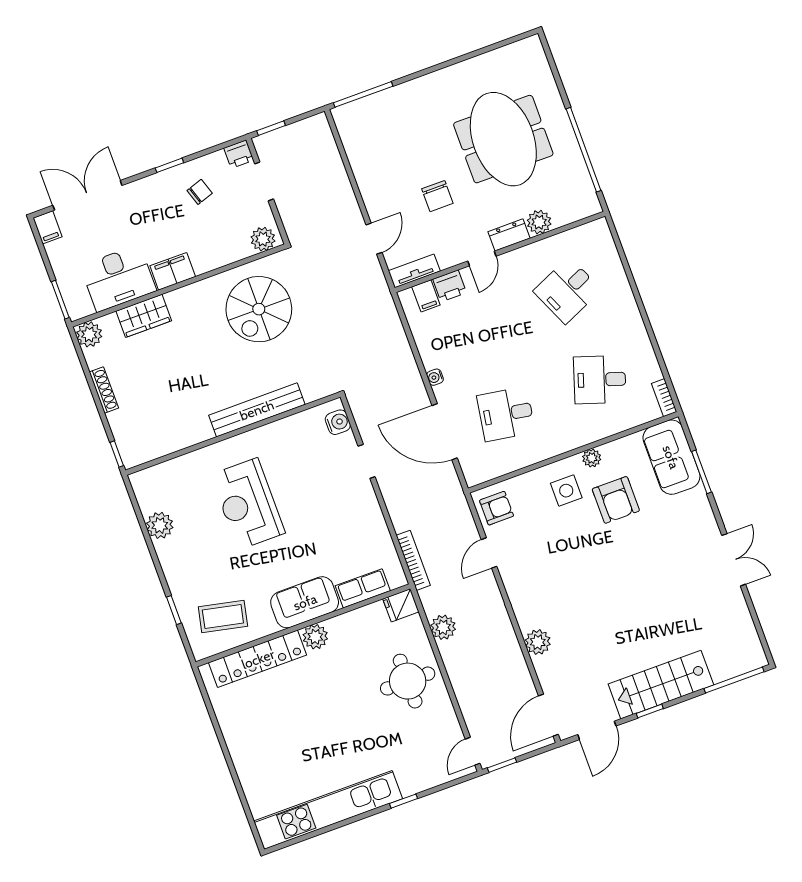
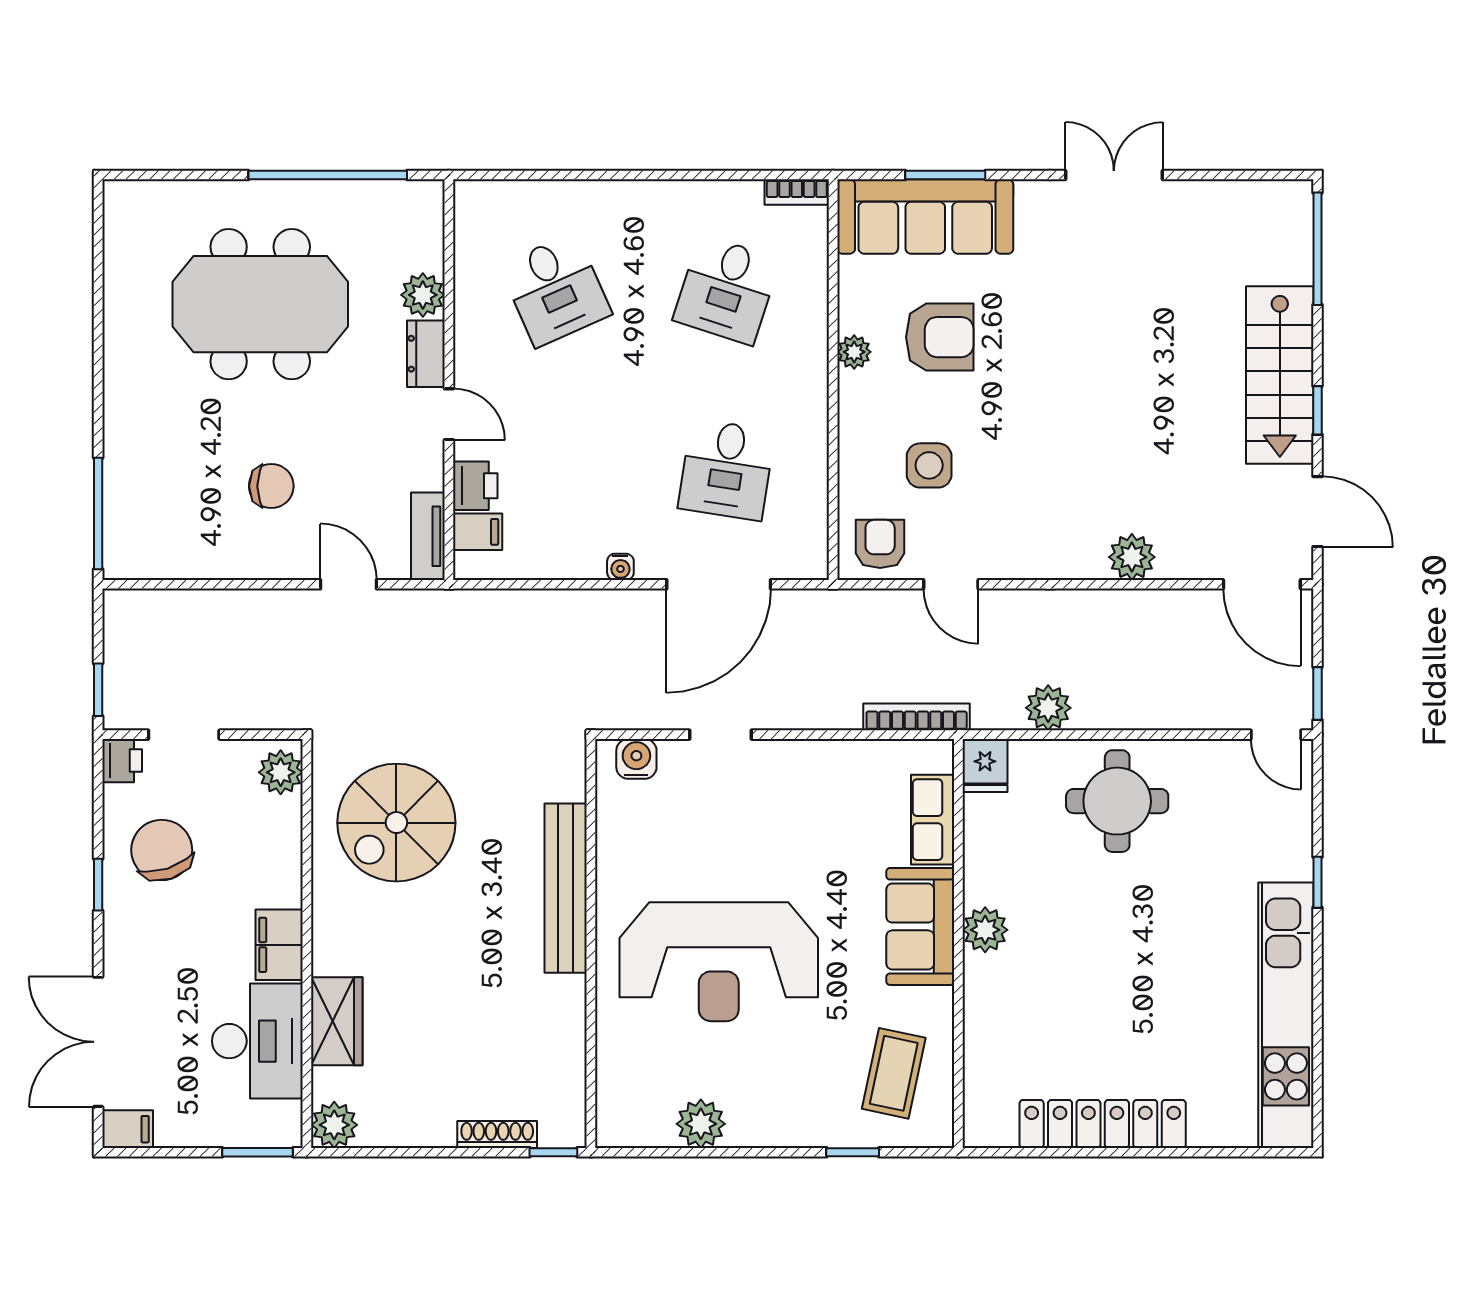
chair: (200, 192) -> (162, 850), width x1.87, depth x1.87
chair: (437, 196) -> (271, 486), moved
spiral stairs: (259, 309) -> (396, 823), turned 90
shoe rack: (104, 390) -> (497, 1135), moved
sofa: (671, 457) -> (925, 217), width x1.36
side table: (566, 491) -> (929, 465), moved
reception desk: (248, 504) -> (719, 962), width x1.36, depth x1.30
locker: (258, 659) -> (1103, 1124), moved, turned -90

